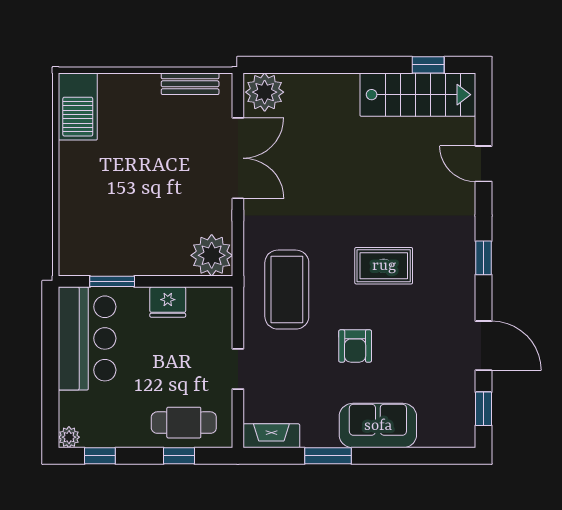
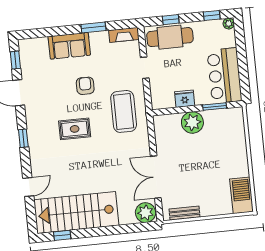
stairs: (418, 95) -> (76, 213), width x1.36, depth x1.51
door: (484, 164) -> (28, 187), hinge flipped
plant: (212, 255) -> (192, 122), moved
cafe table: (184, 423) -> (170, 37), width x1.37, depth x1.35

